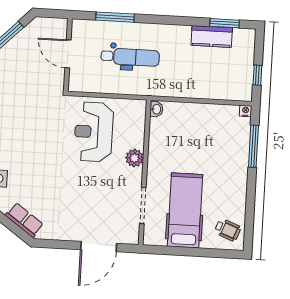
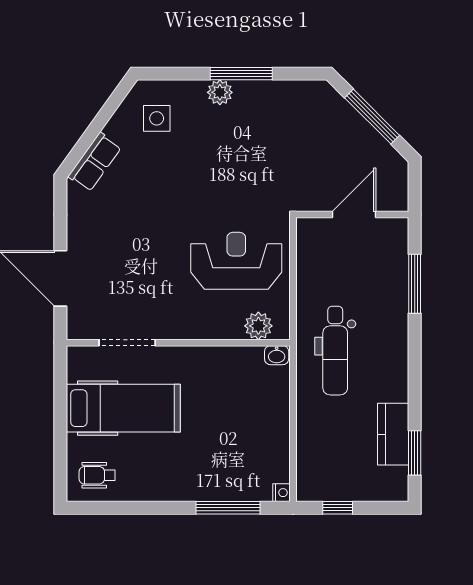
dental chair: (130, 57) -> (335, 351), moved
plant: (134, 158) -> (258, 326), moved
wheelchair: (228, 230) -> (97, 475), turned 69

